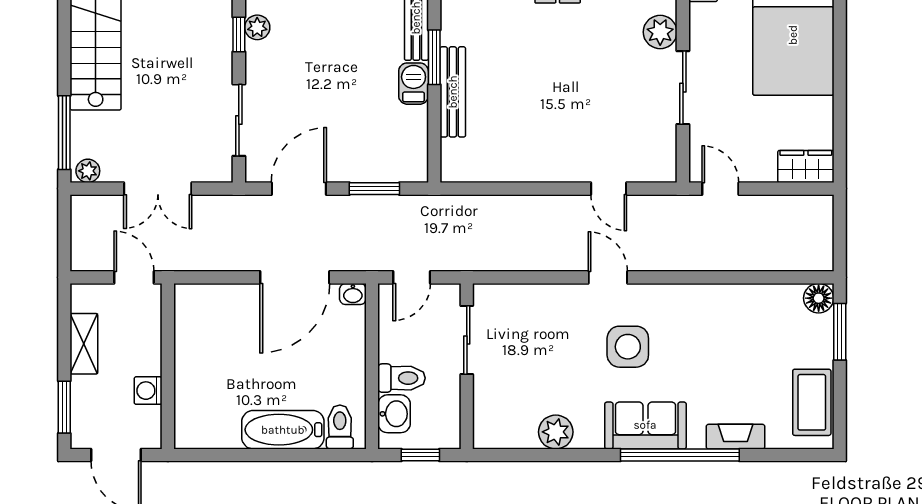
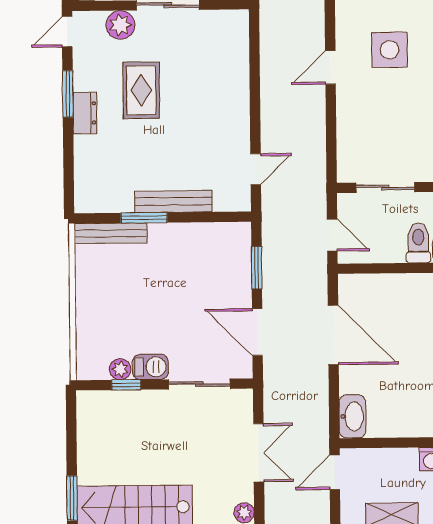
rug: (584, 56) -> (141, 90), added
barbecue: (414, 84) -> (150, 367), moved, turned 180
door: (609, 189) -> (256, 169), moved
washbasin: (353, 294) -> (352, 416), moved, width x1.91, depth x1.45

